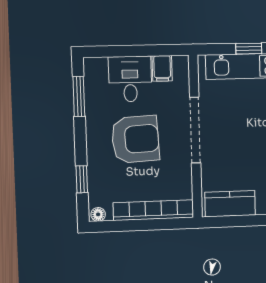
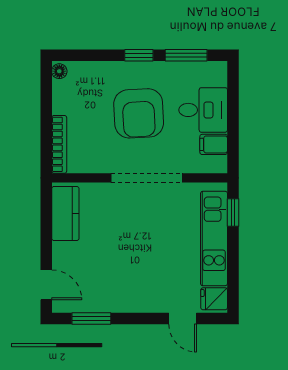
window: (249, 49) -> (233, 212), moved
window: (82, 179) -> (139, 55), moved
bookcase: (154, 210) -> (59, 144), width x0.68, depth x0.76

